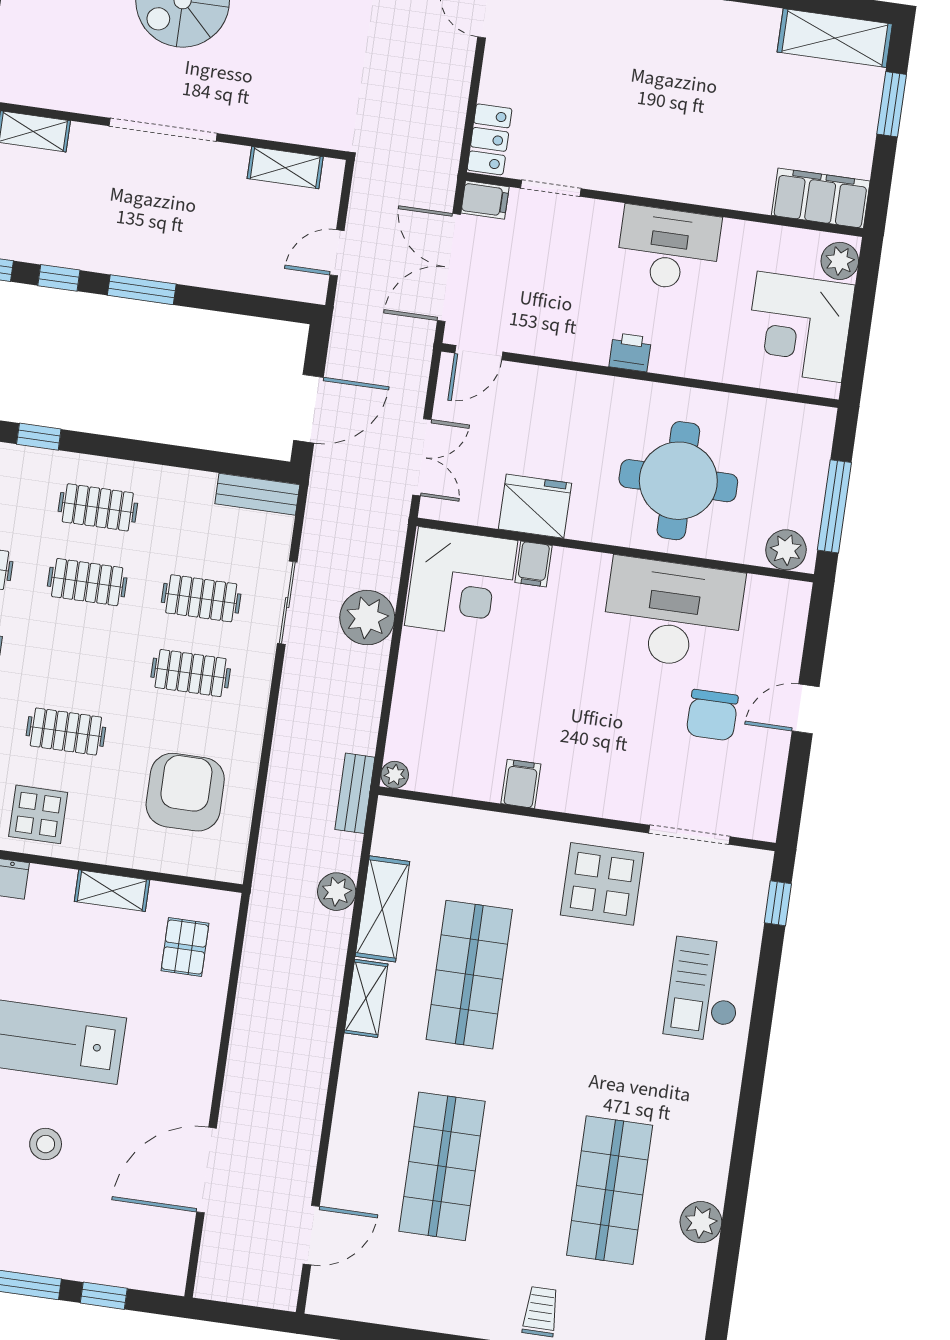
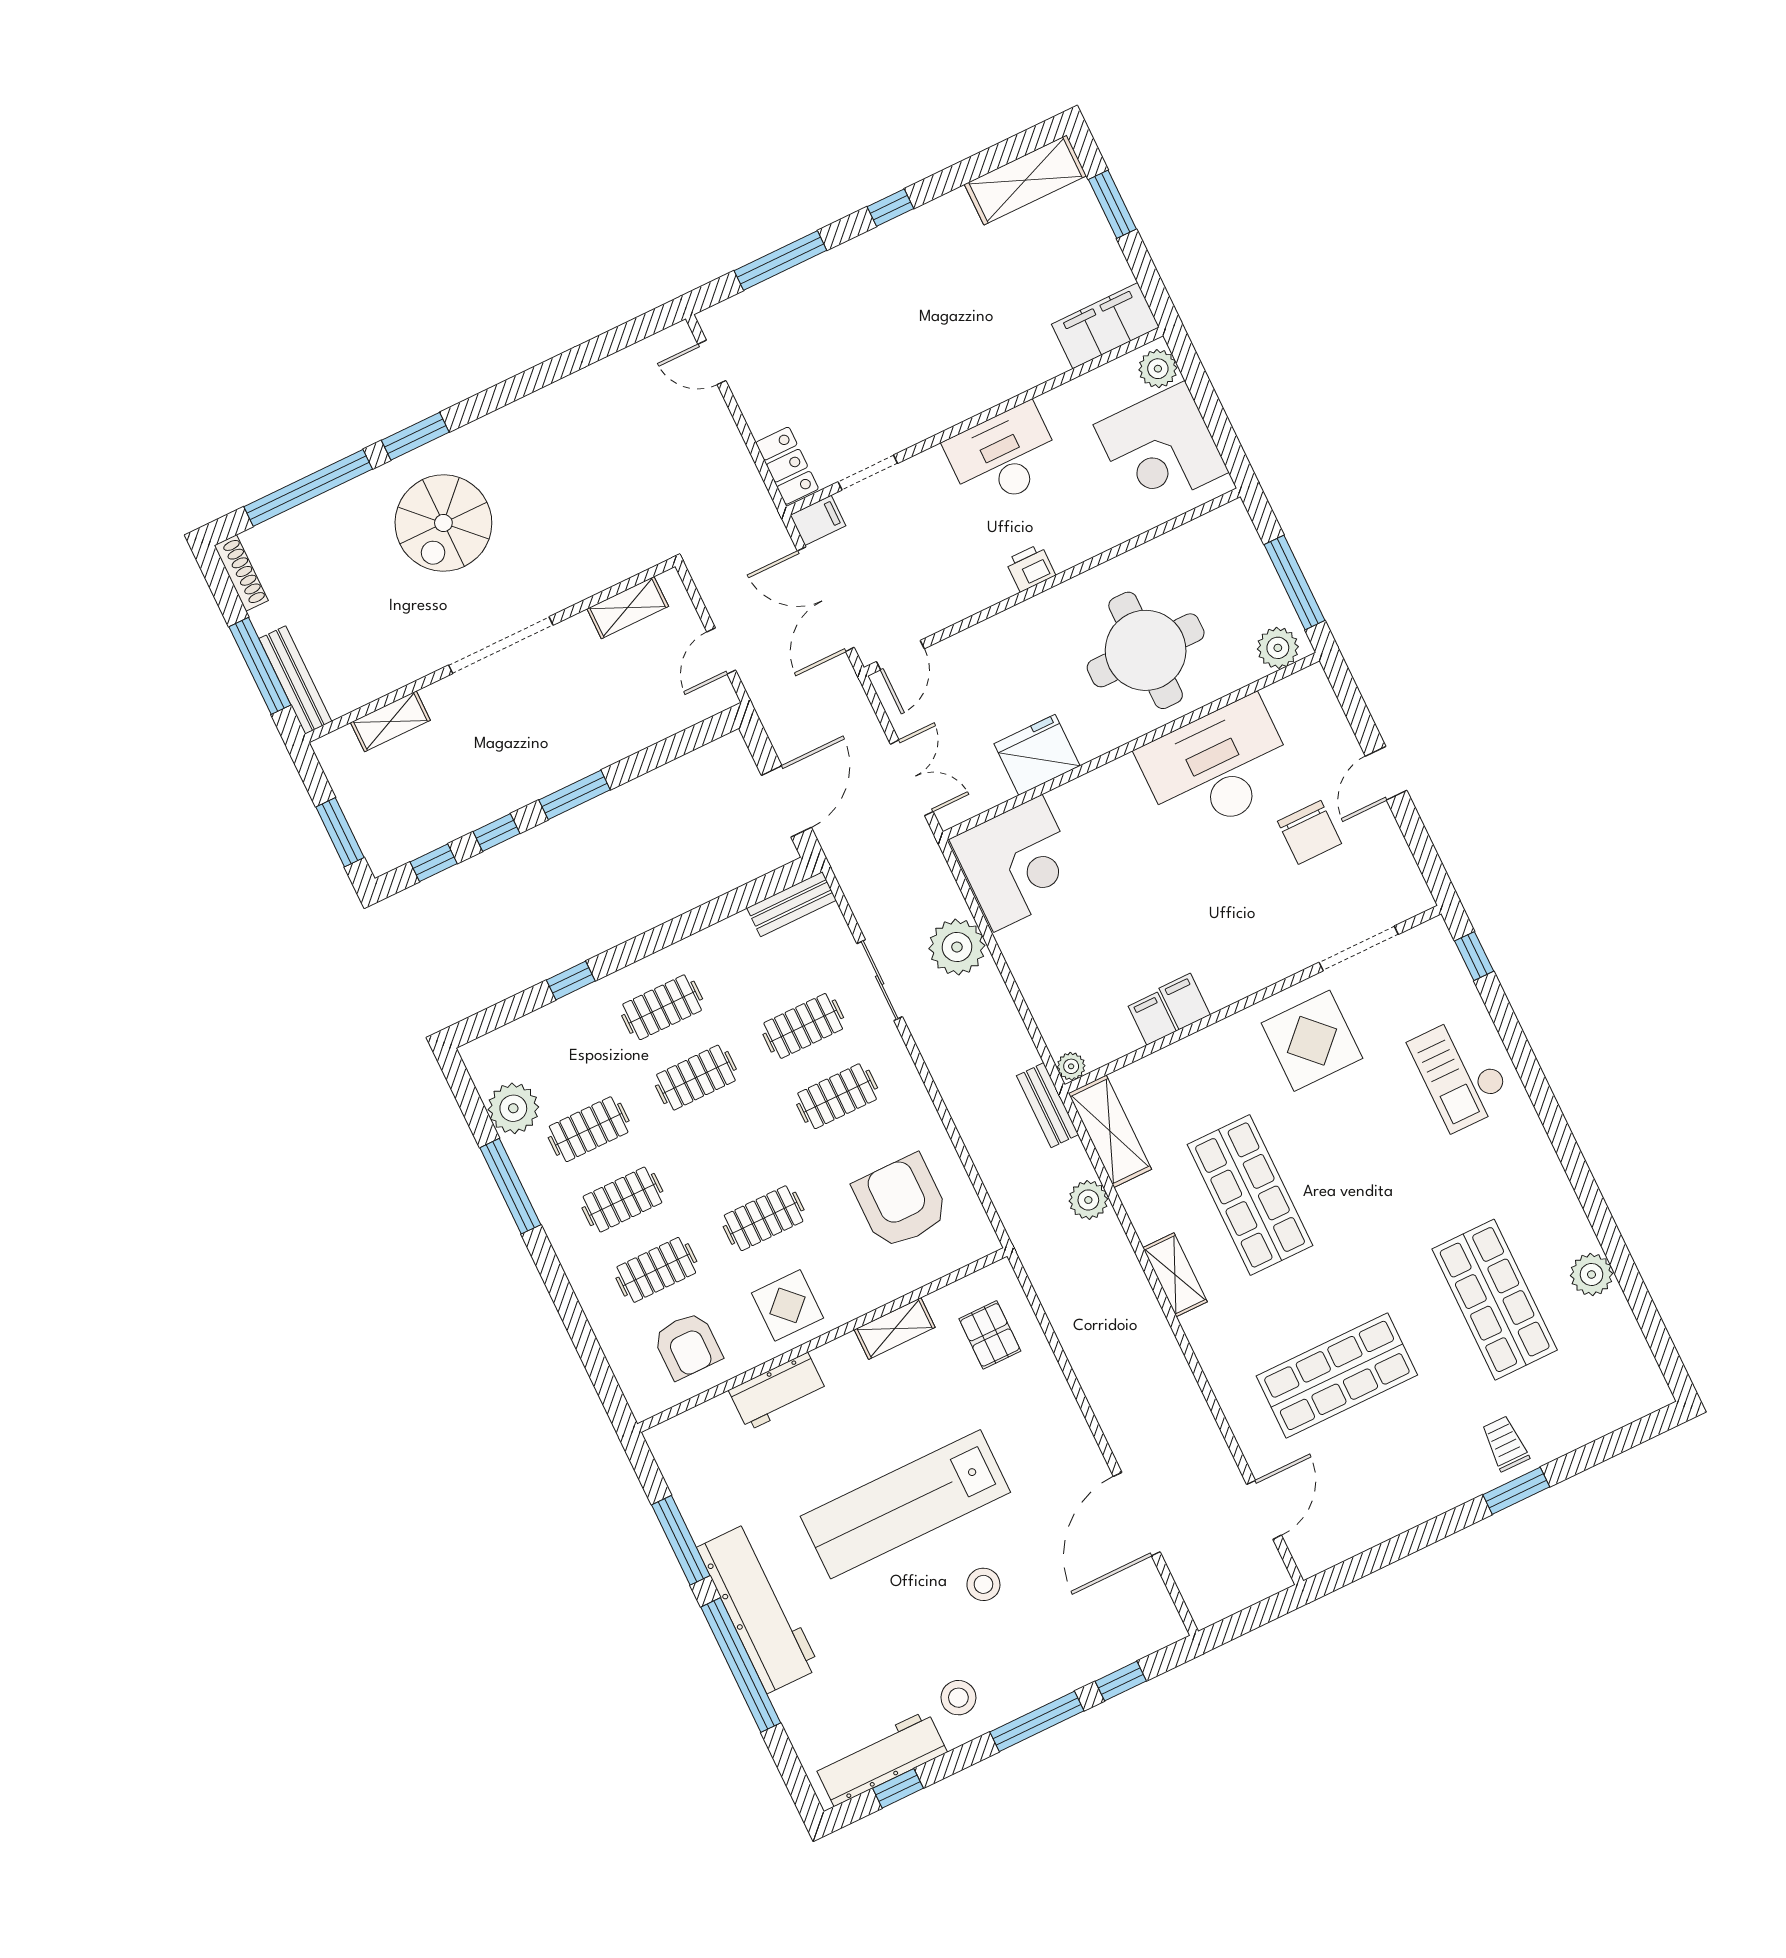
filing cabinet: (533, 564) -> (1152, 1019), moved, turned 180
shelving: (382, 909) -> (1110, 1131), moved
shop shelf: (442, 1166) -> (1337, 1375), turned 90

